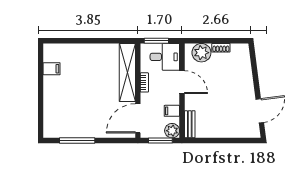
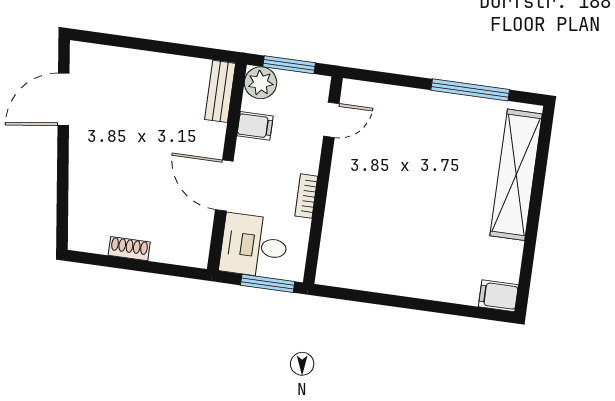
plant: (201, 53) -> (173, 244), removed
filing cabinet: (52, 69) -> (498, 296), moved
shelving: (127, 72) -> (516, 175), moved
door: (138, 118) -> (331, 120), width x0.53

